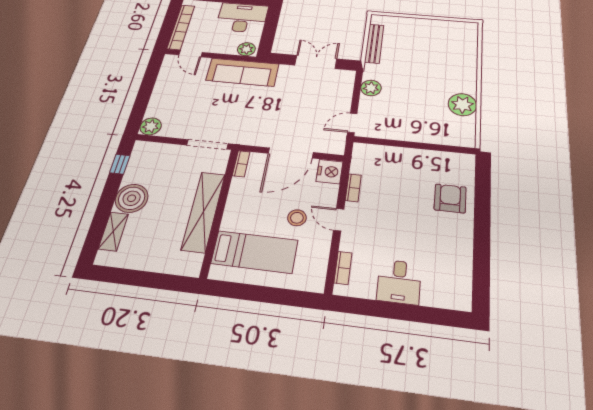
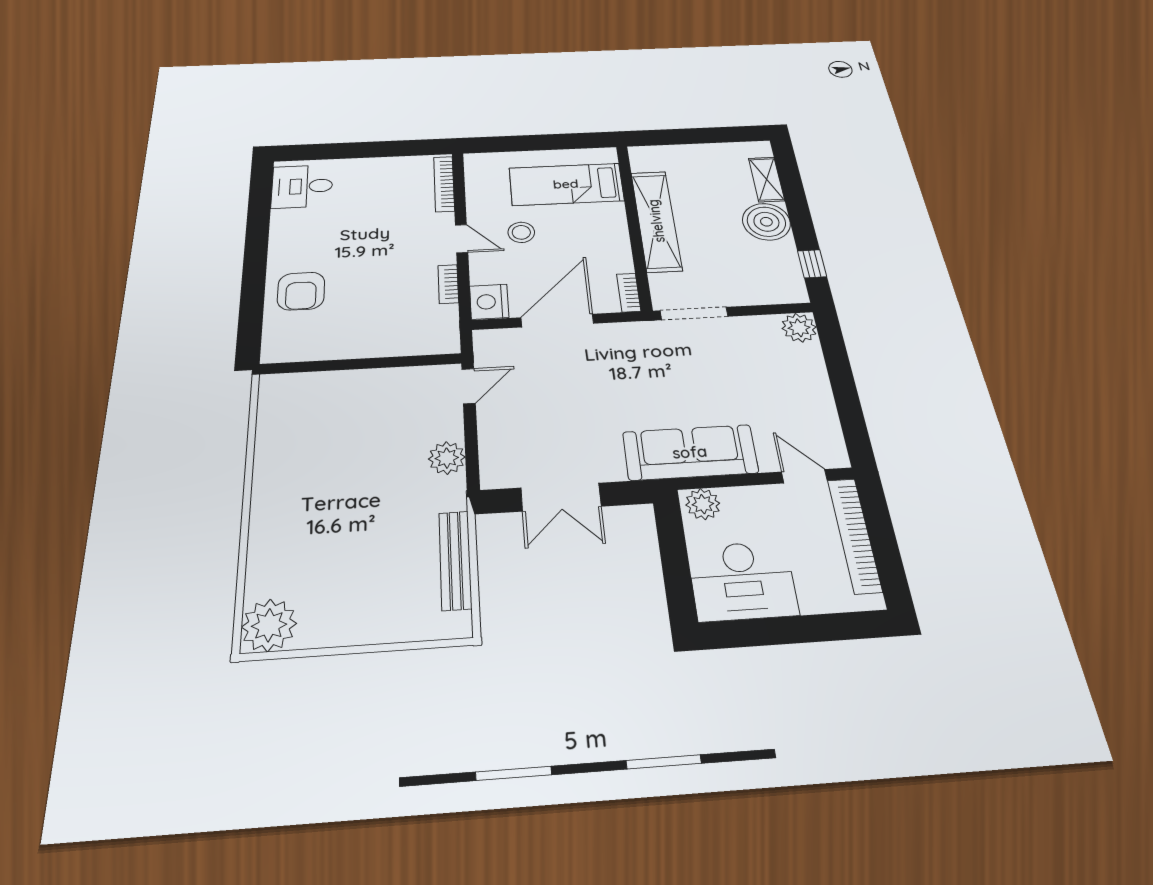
plant: (462, 105) -> (269, 625), moved
bookcase: (343, 268) -> (444, 184), width x1.56
desk: (399, 282) -> (302, 186), moved, turned -90

